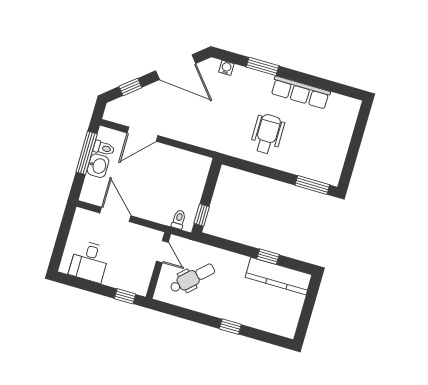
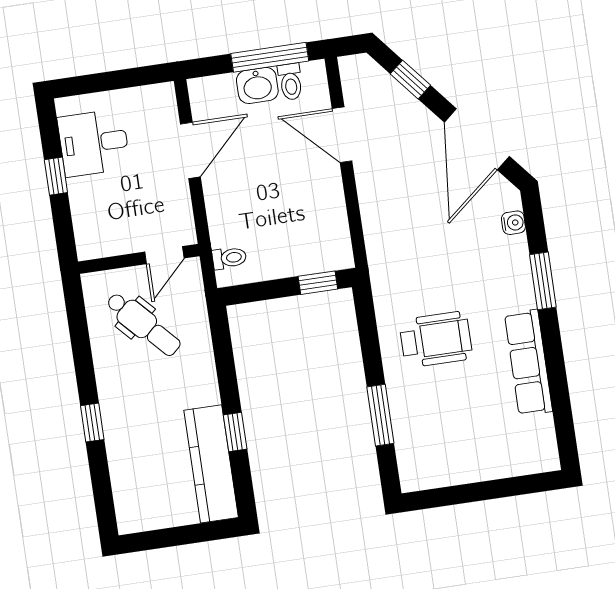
window: (312, 185) -> (380, 415), moved
window: (202, 215) -> (318, 283), moved
window: (125, 296) -> (56, 176), moved

